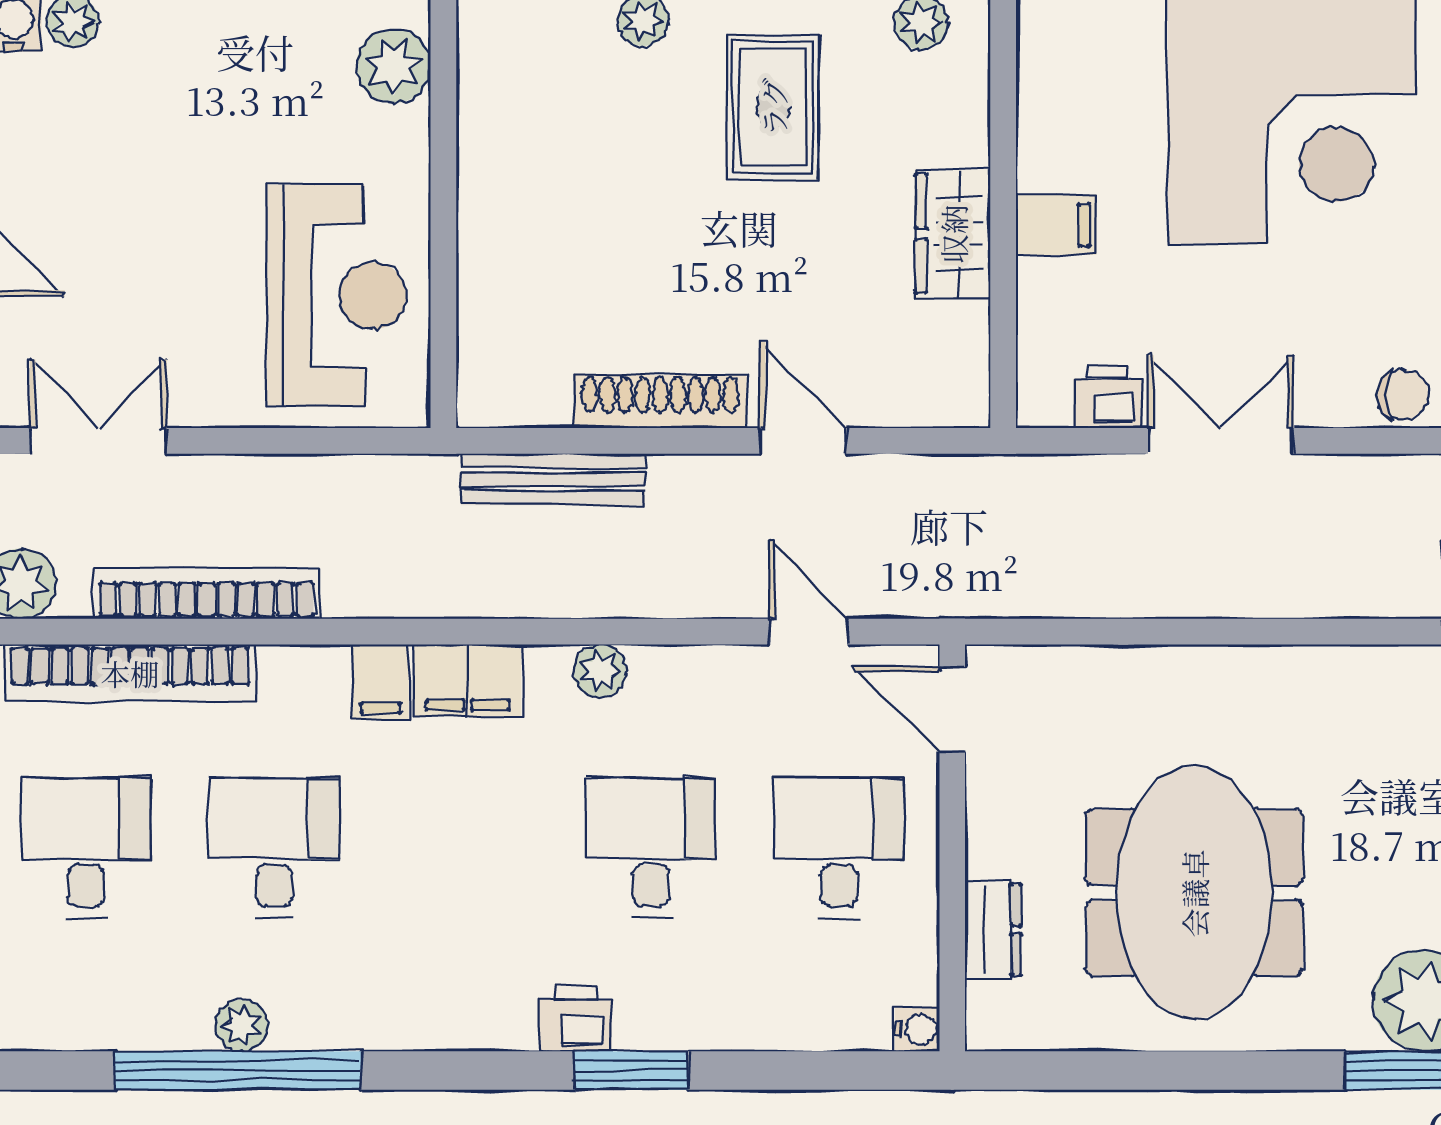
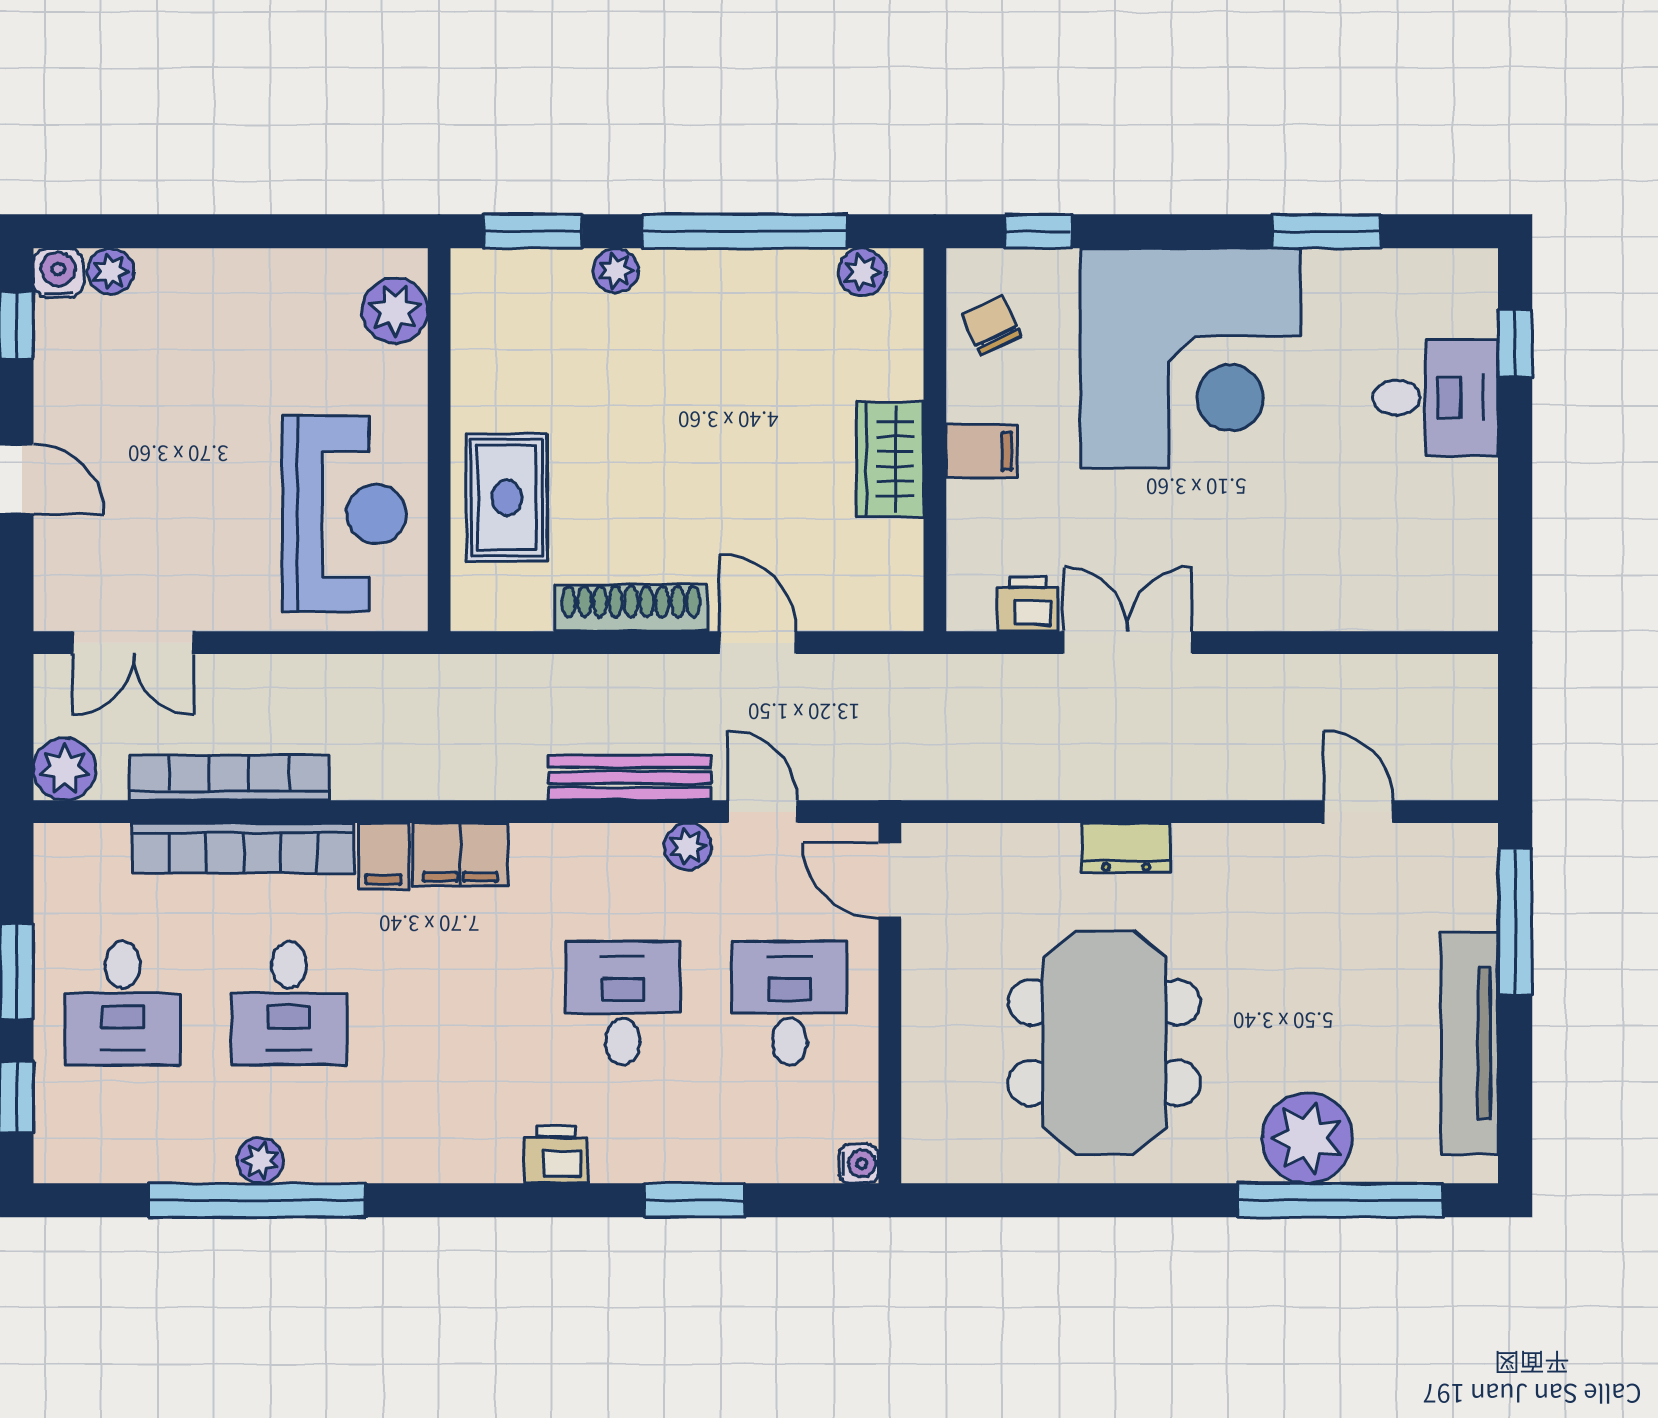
rug: (773, 107) -> (507, 498), moved
chair: (1403, 395) -> (991, 325), moved, turned -115
double door: (98, 441) -> (133, 643), swing flipped
bench: (553, 479) -> (630, 778), moved
plant: (600, 671) -> (688, 846), moved
bookcase: (130, 673) -> (243, 848), moved
desk: (86, 848) -> (122, 1003), turned 180
desk: (274, 848) -> (289, 1003), turned 180
dresser: (993, 930) -> (1126, 848), moved, turned 90
window: (631, 1071) -> (694, 1200), moved

